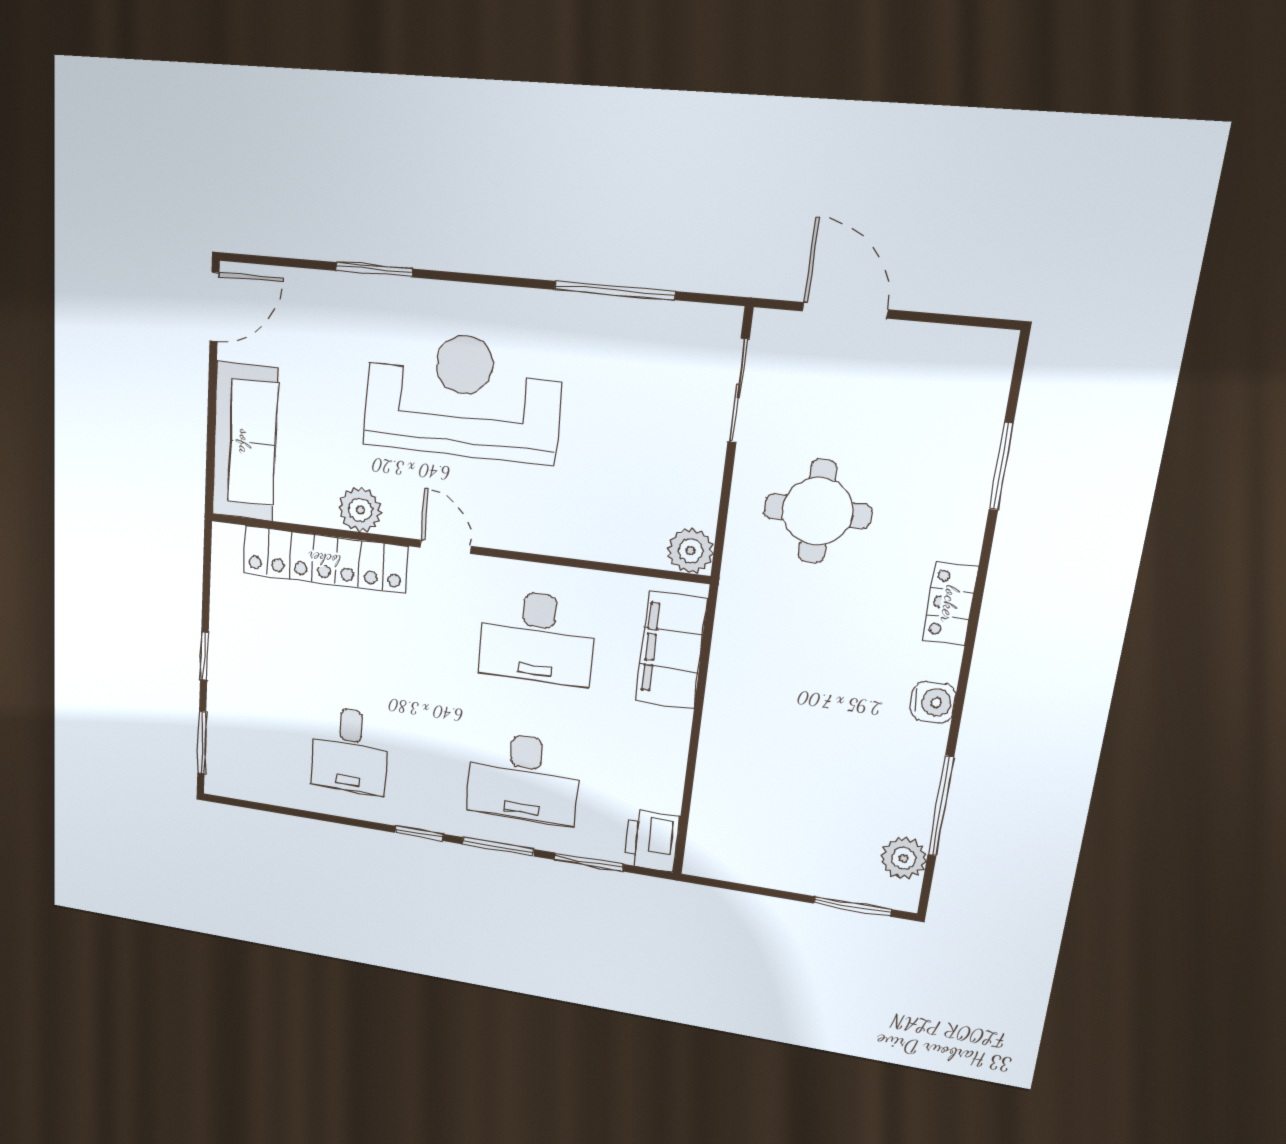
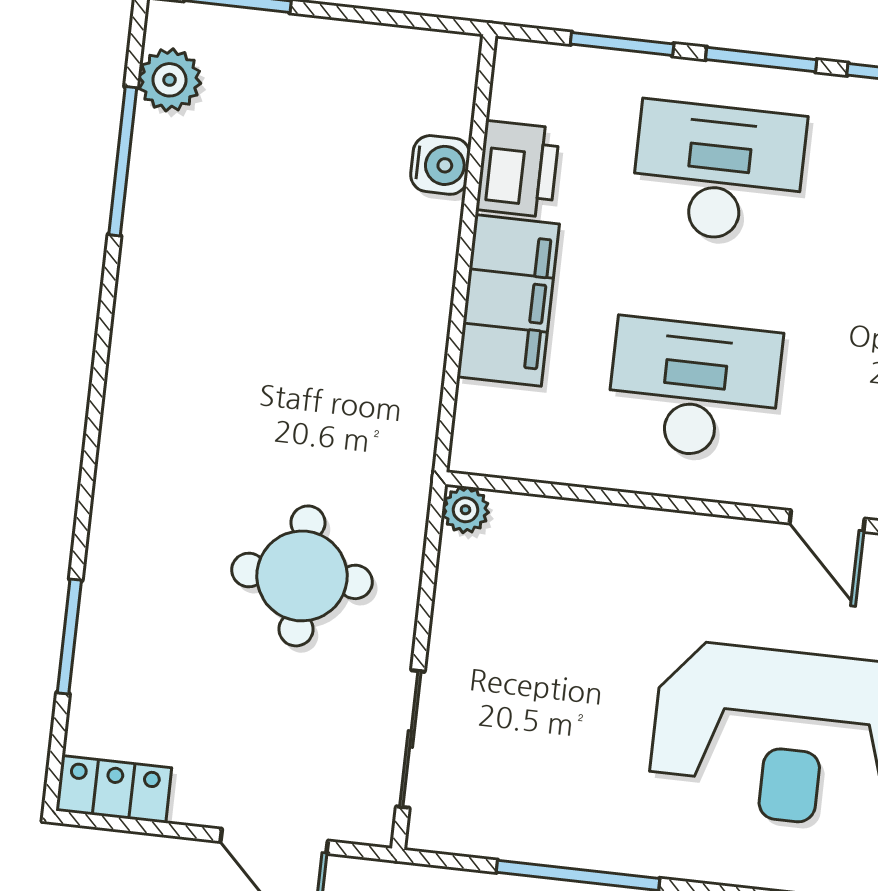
plant: (691, 551) -> (465, 510), width x0.73, depth x0.73
locker: (950, 604) -> (114, 789), moved, turned -90
filing cabinet: (671, 650) -> (508, 300), moved
water cooler: (933, 702) -> (440, 165), moved, turned 180
printer: (652, 840) -> (518, 169), moved

